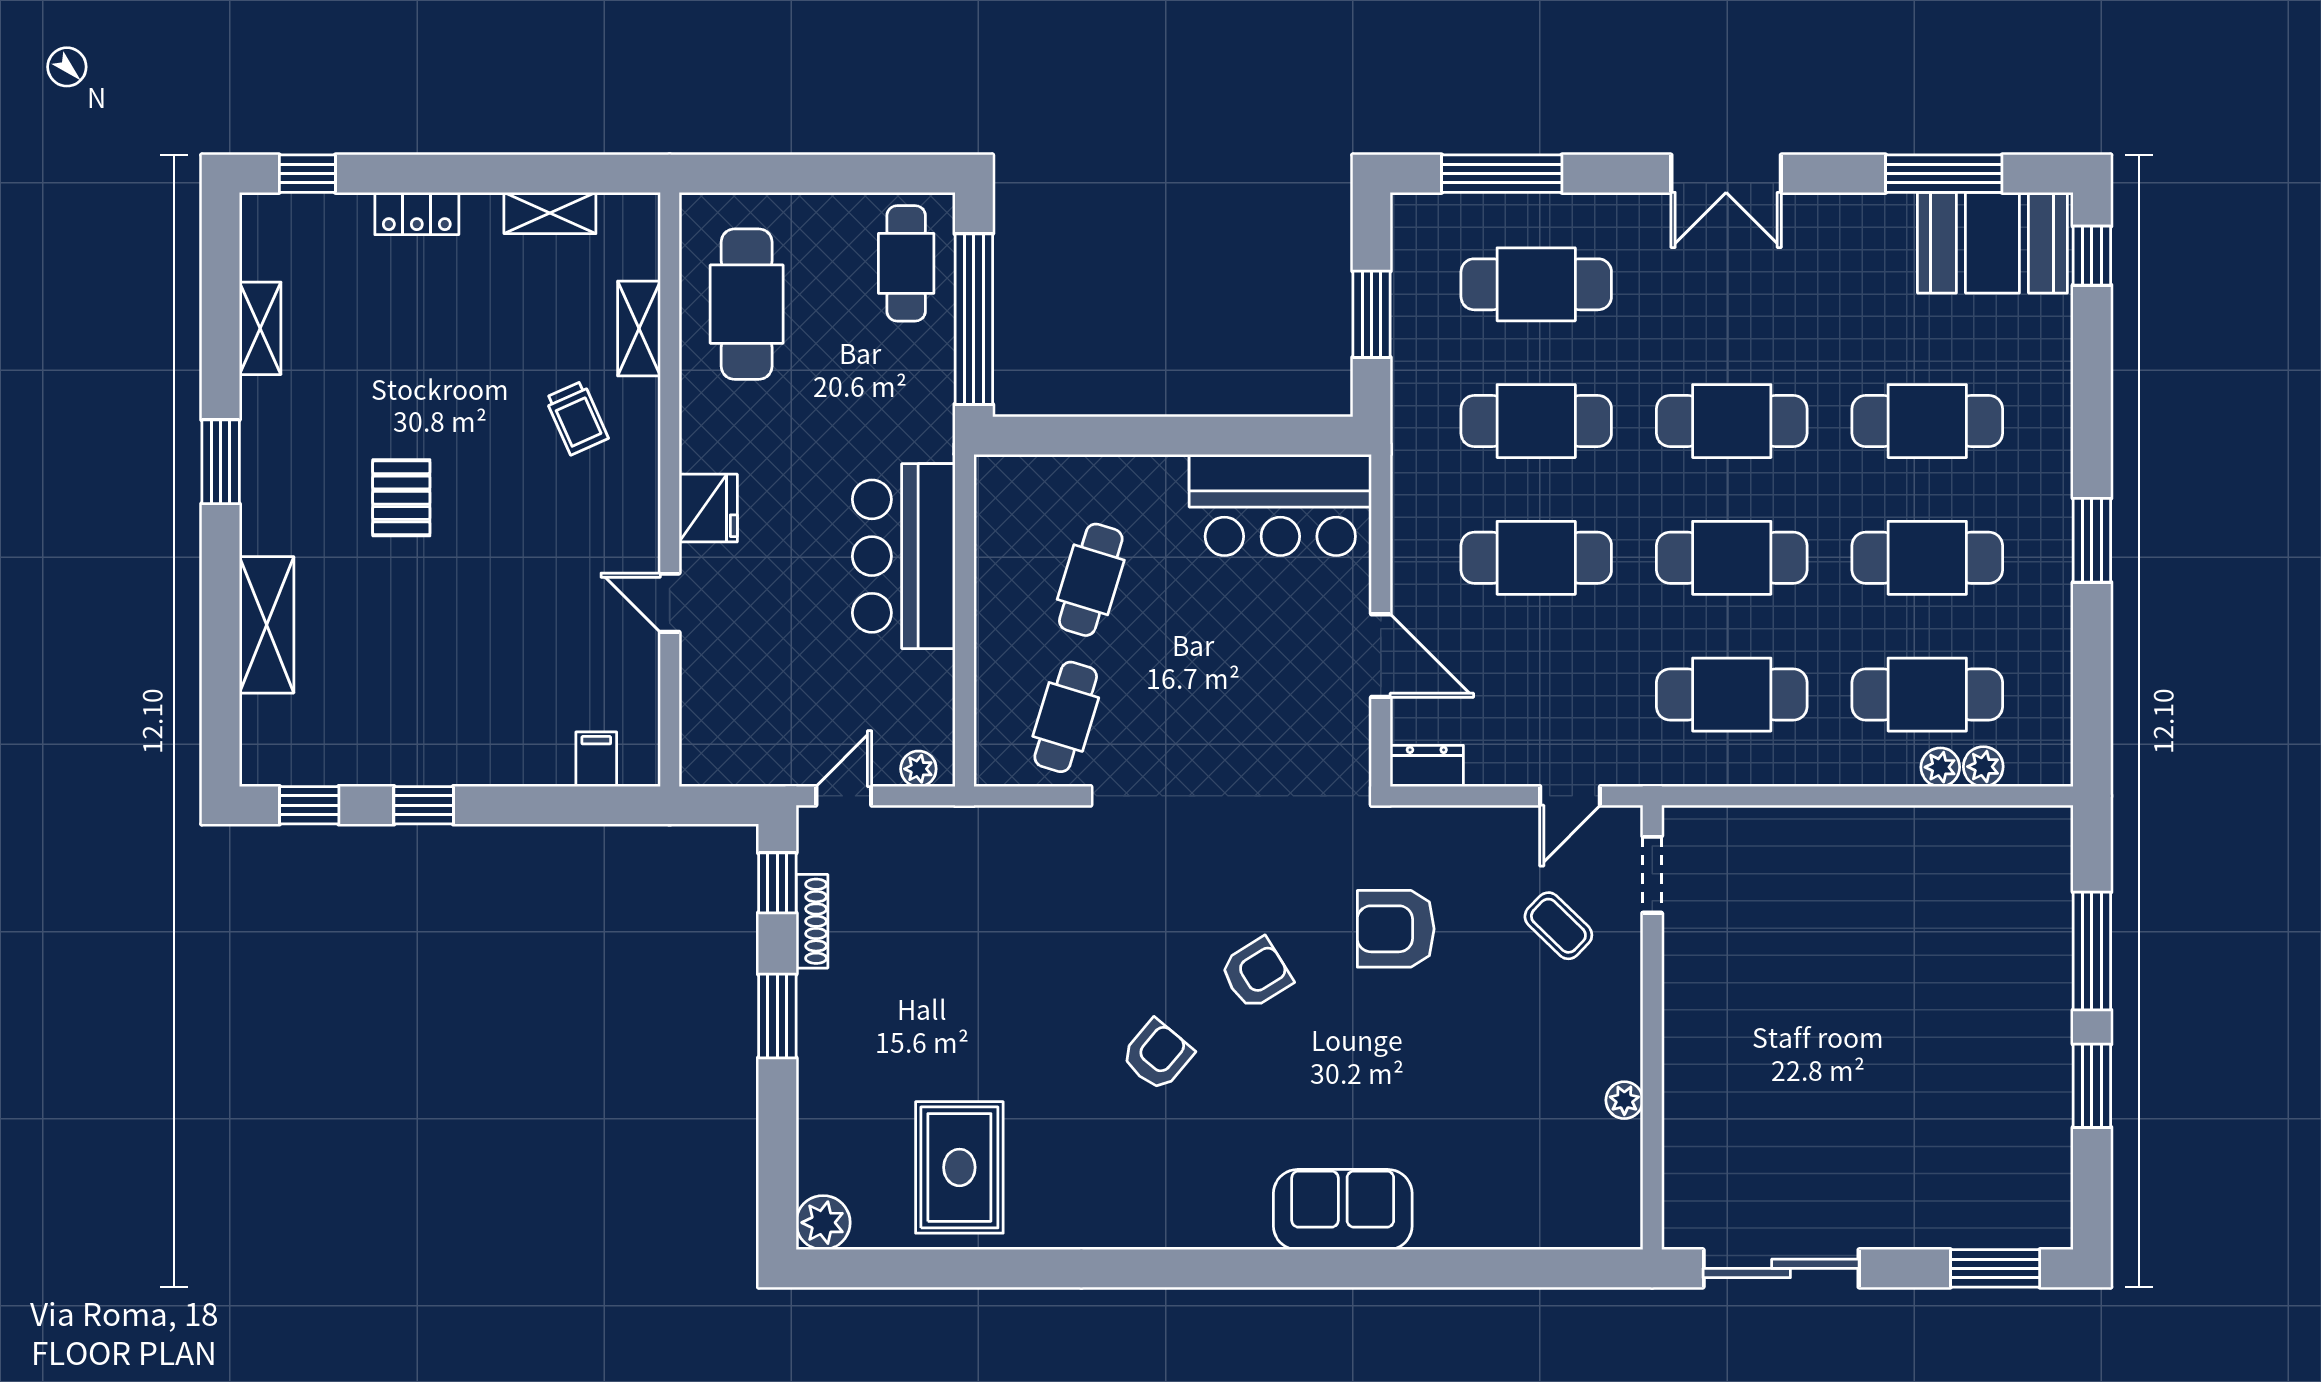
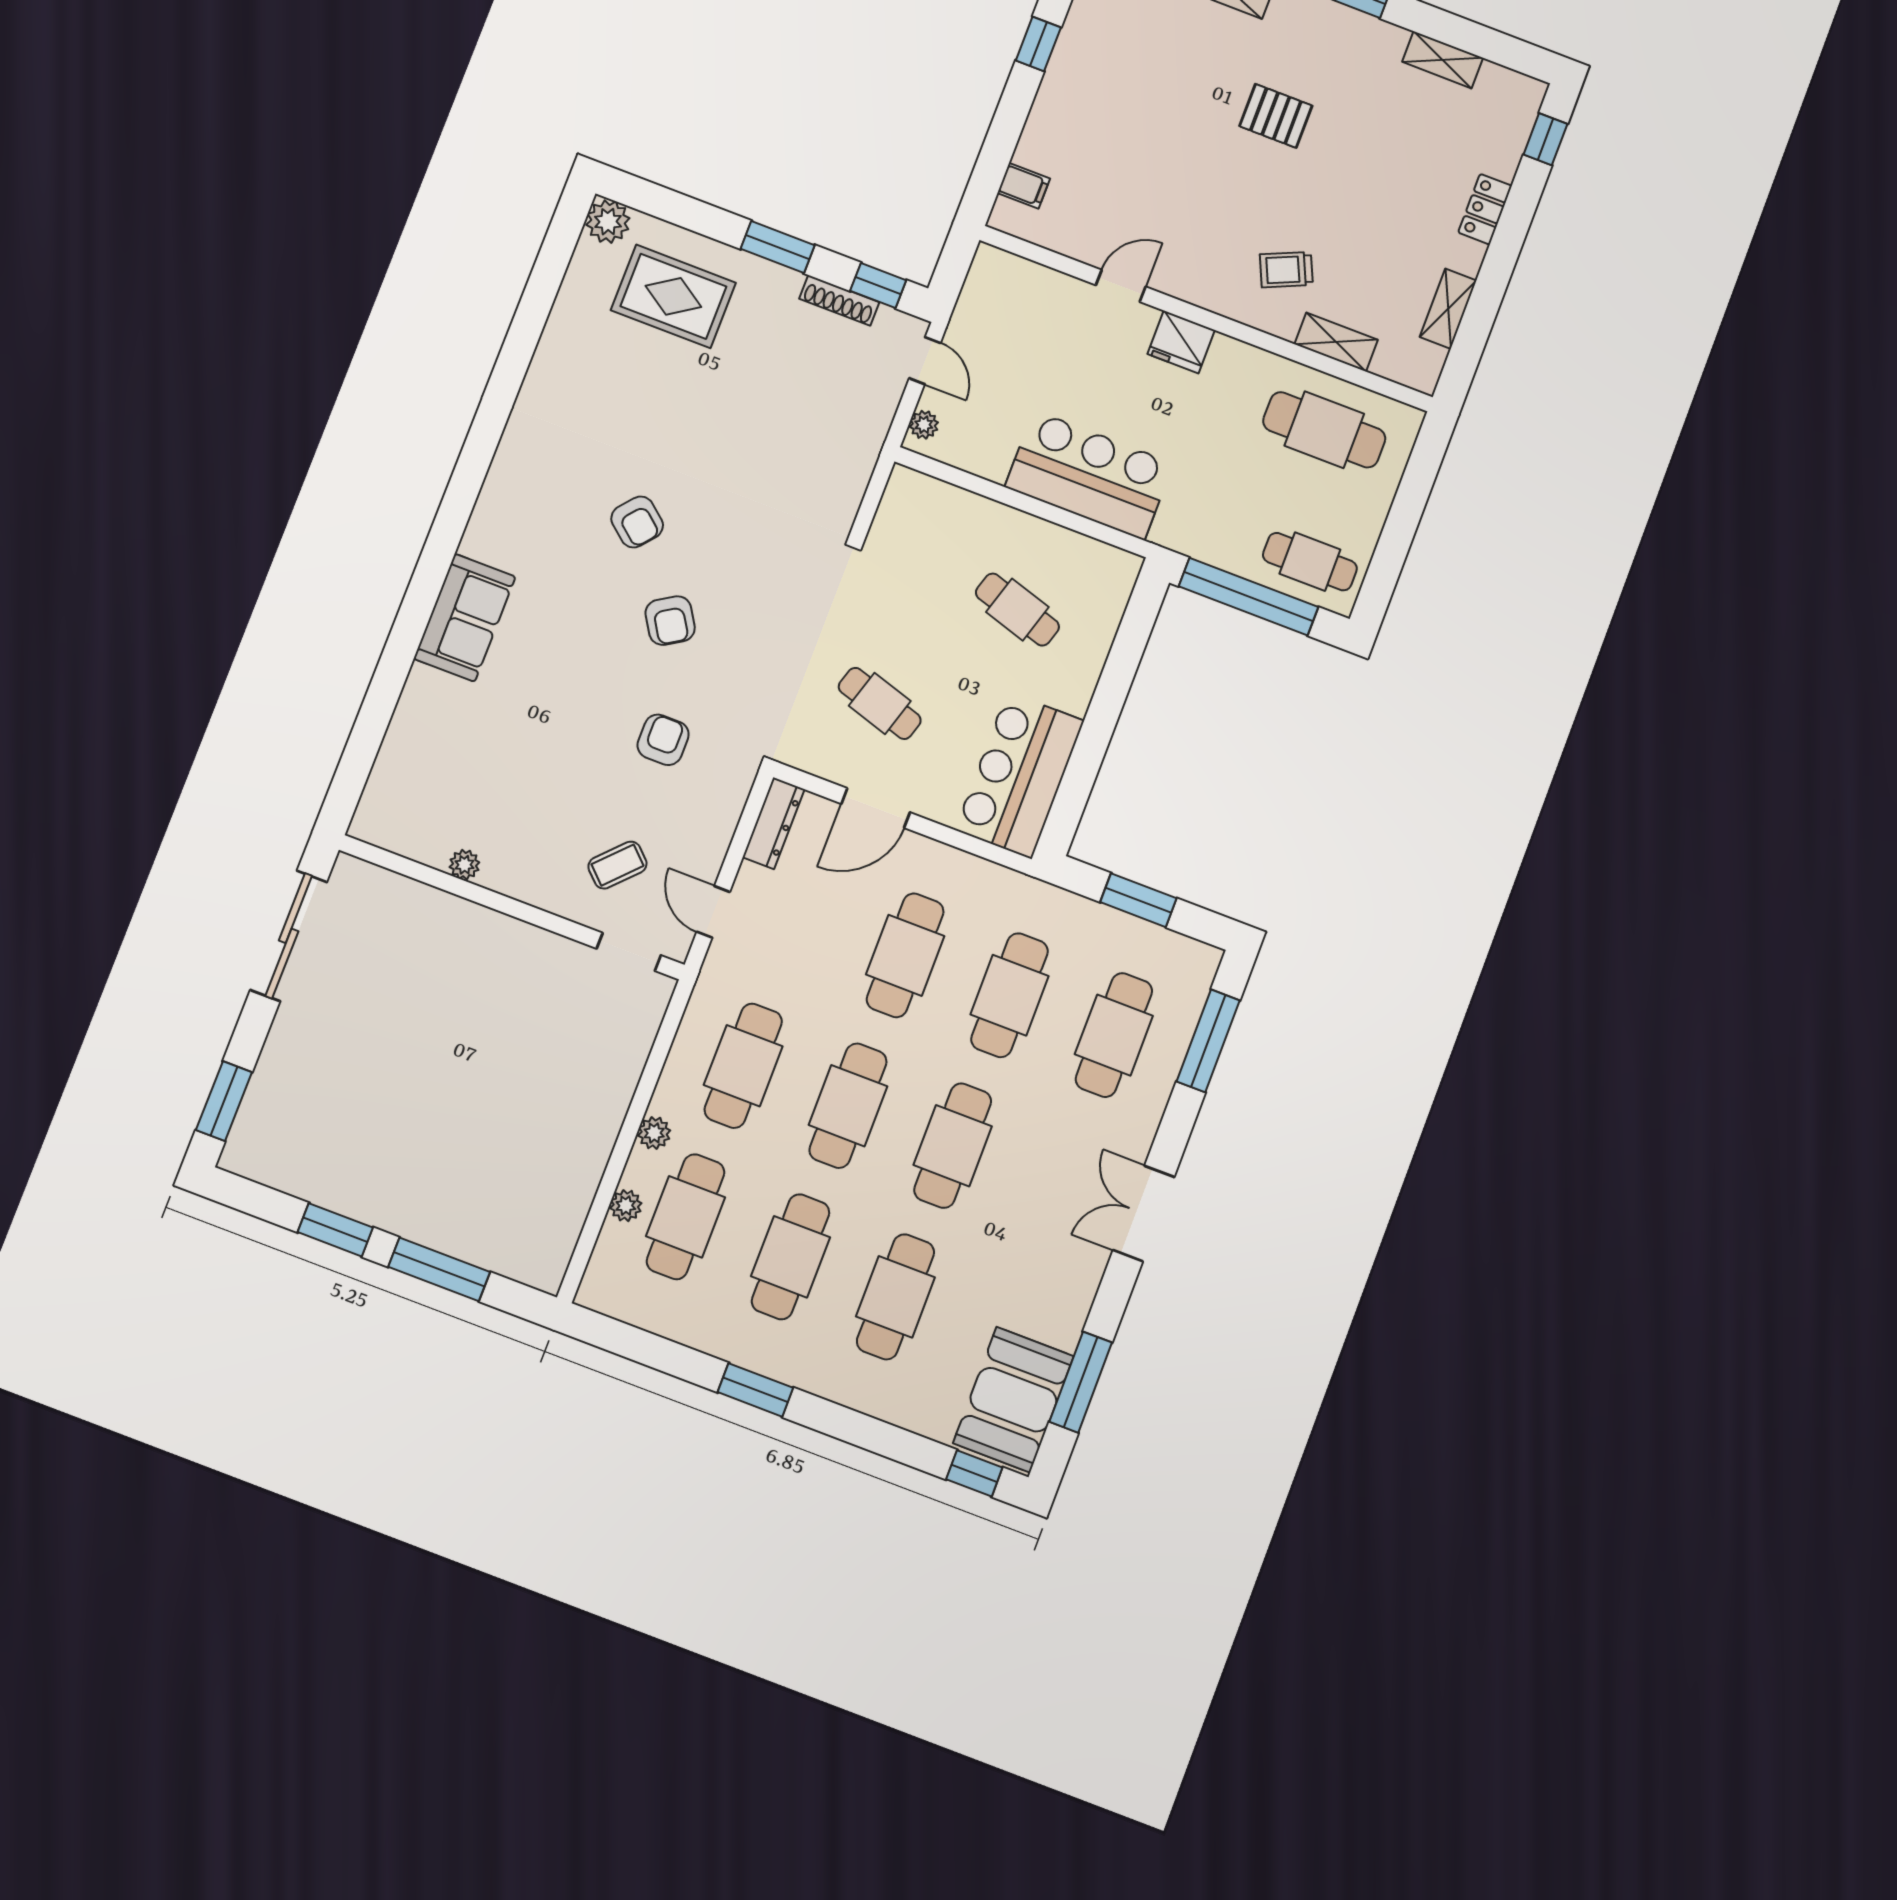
cafe table: (1066, 717) -> (880, 703), moved
dresser: (1427, 766) -> (774, 823), width x1.44
plant: (1983, 767) -> (654, 1133), moved
armchair: (1396, 929) -> (663, 740), width x0.72, depth x0.72
rug: (959, 1167) -> (673, 296), moved

